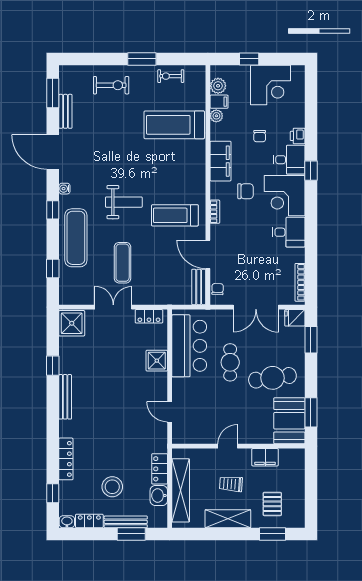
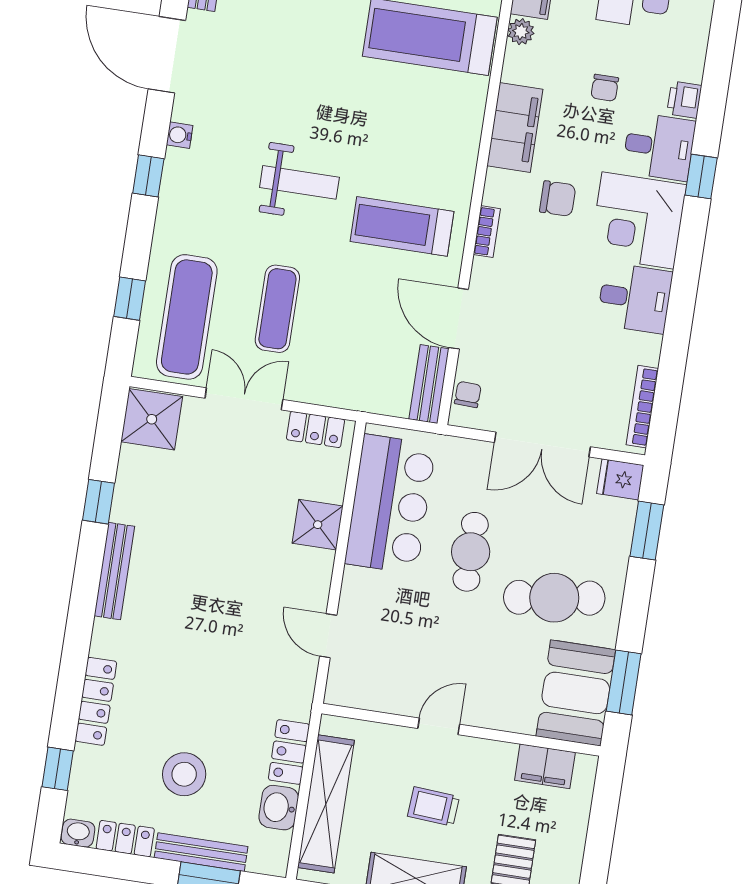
exercise mat: (76, 238) -> (187, 317), moved
filing cabinet: (265, 457) -> (545, 766), moved

